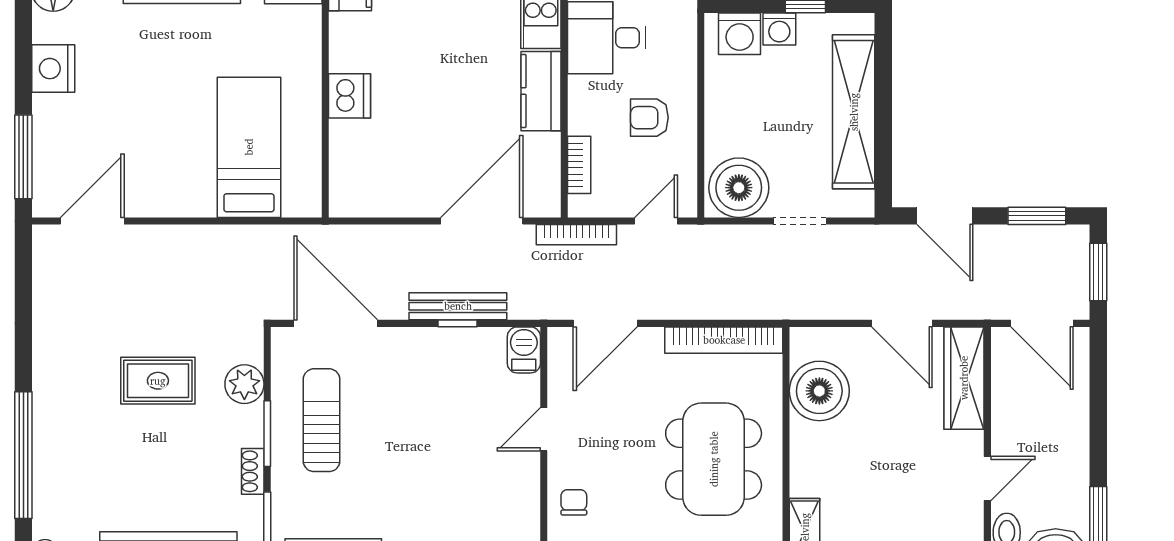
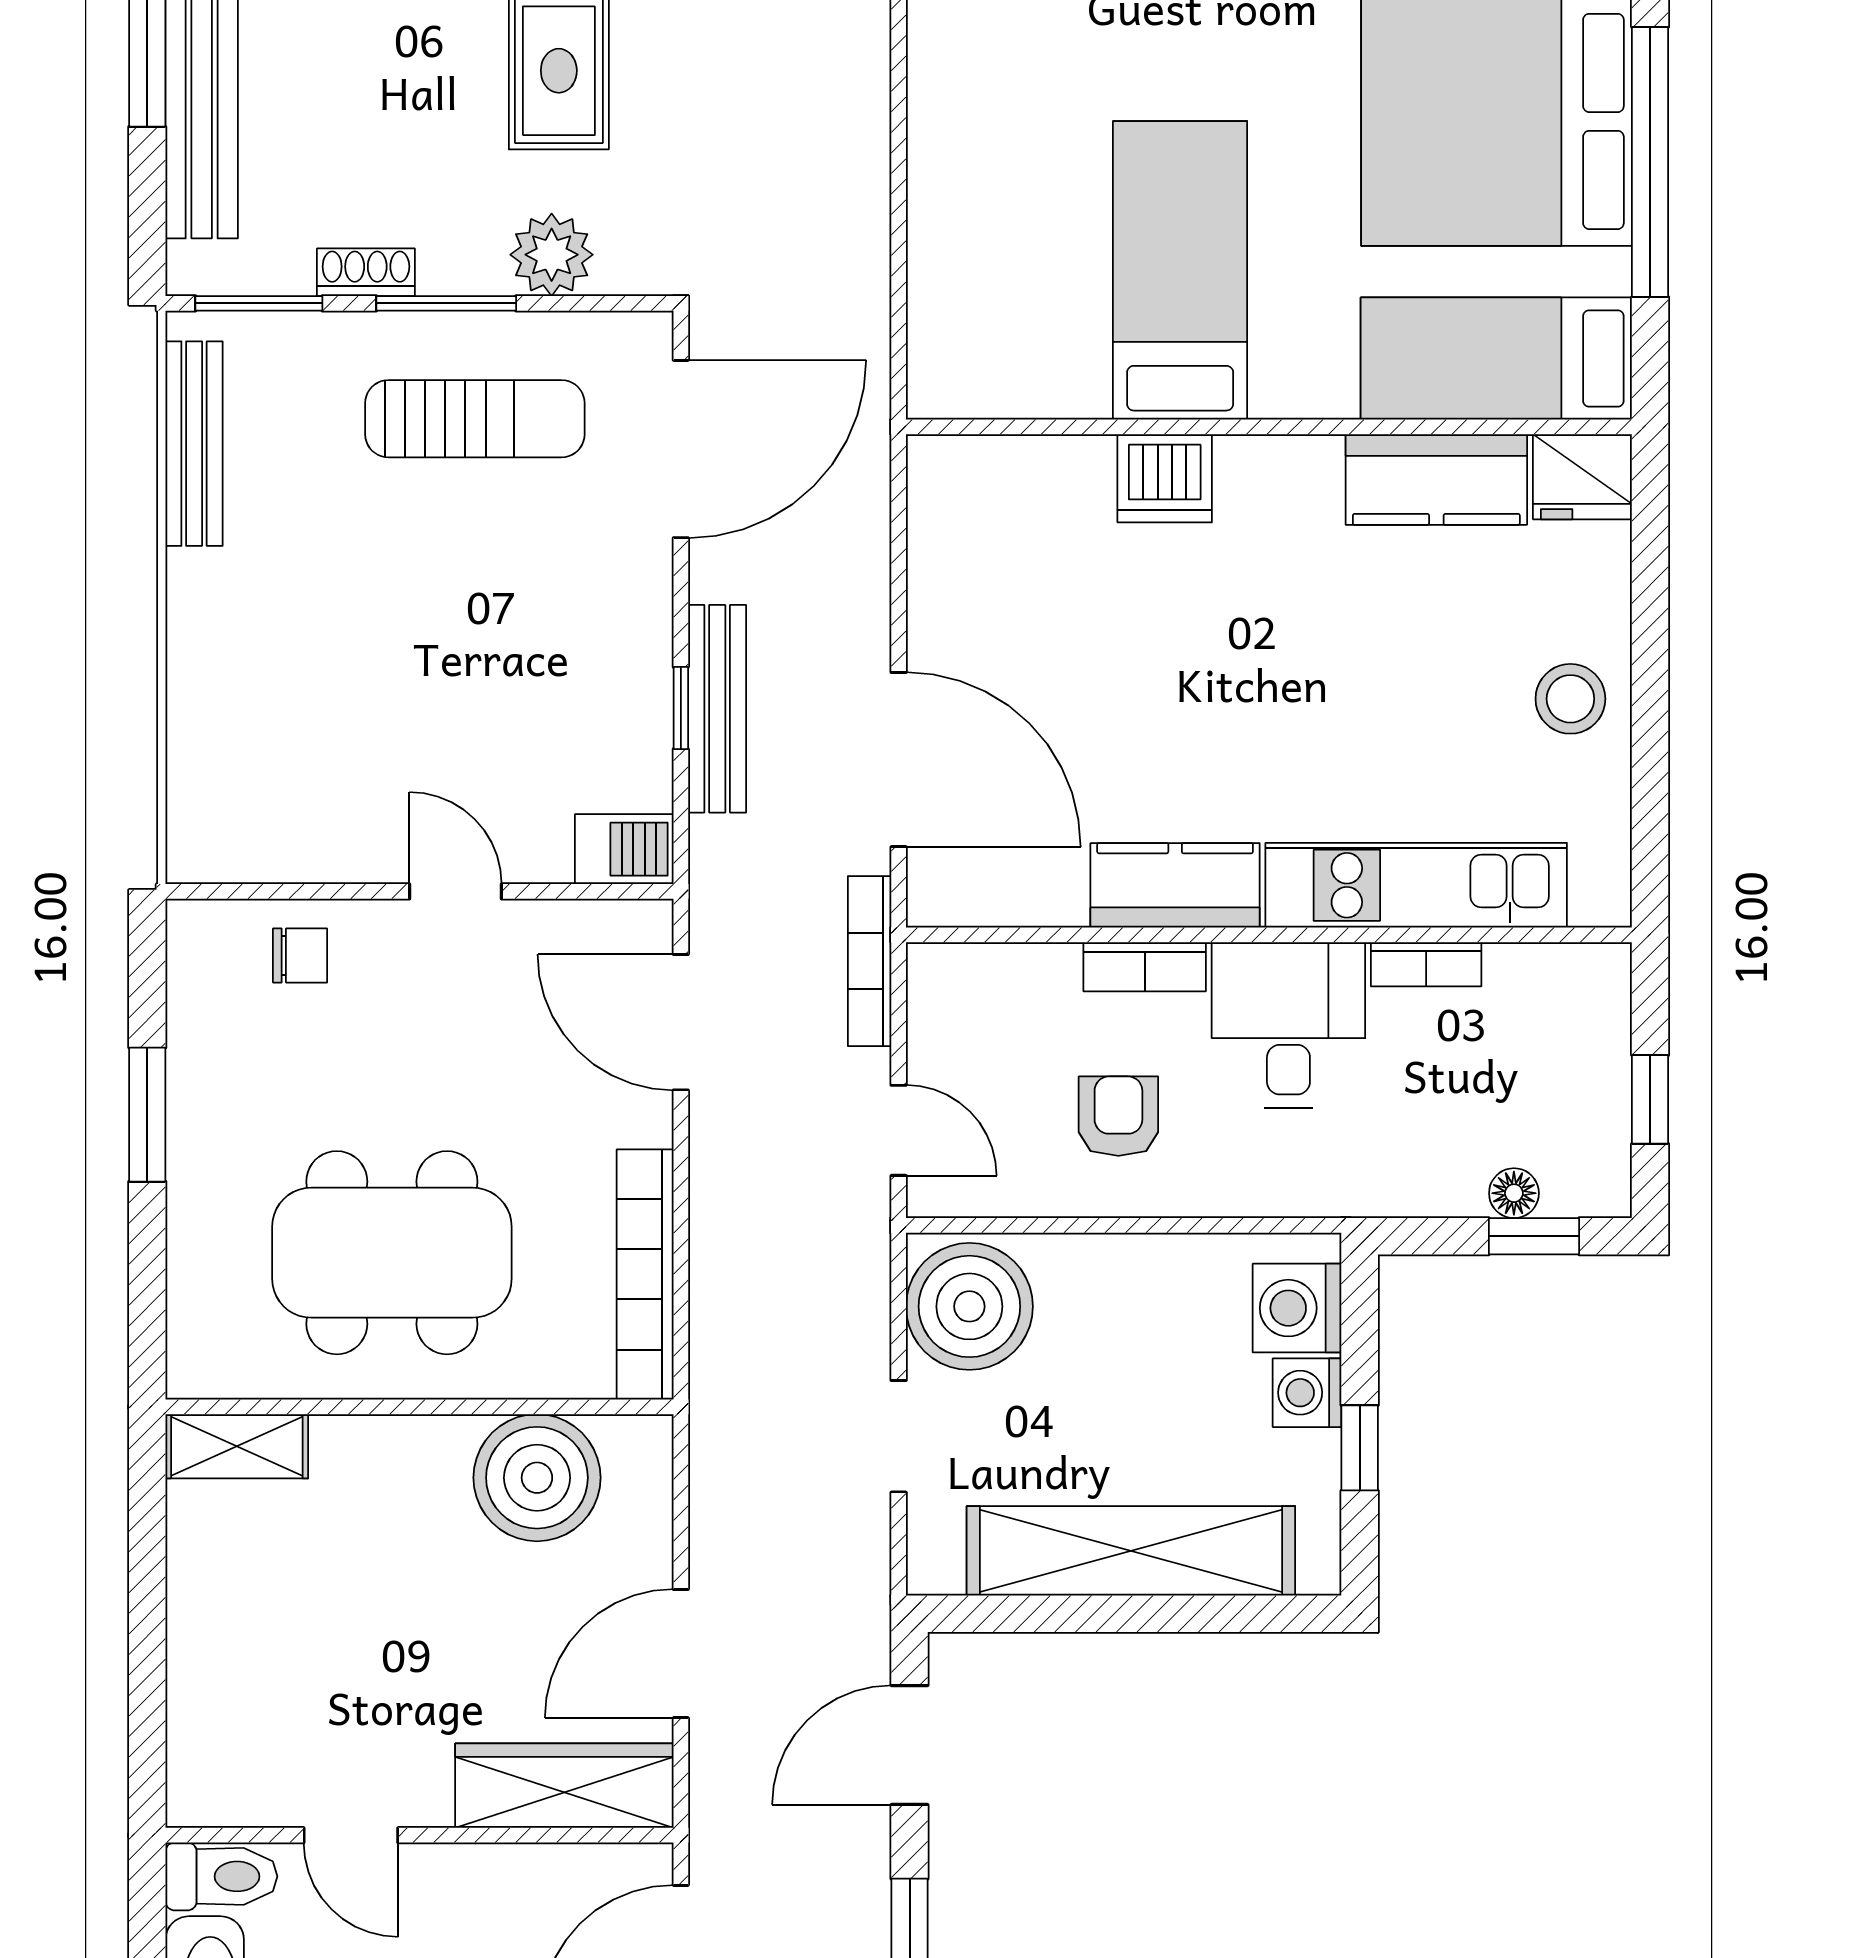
bed: (249, 147) -> (1180, 270), moved, turned -90
bookcase: (579, 165) -> (1145, 967), moved

